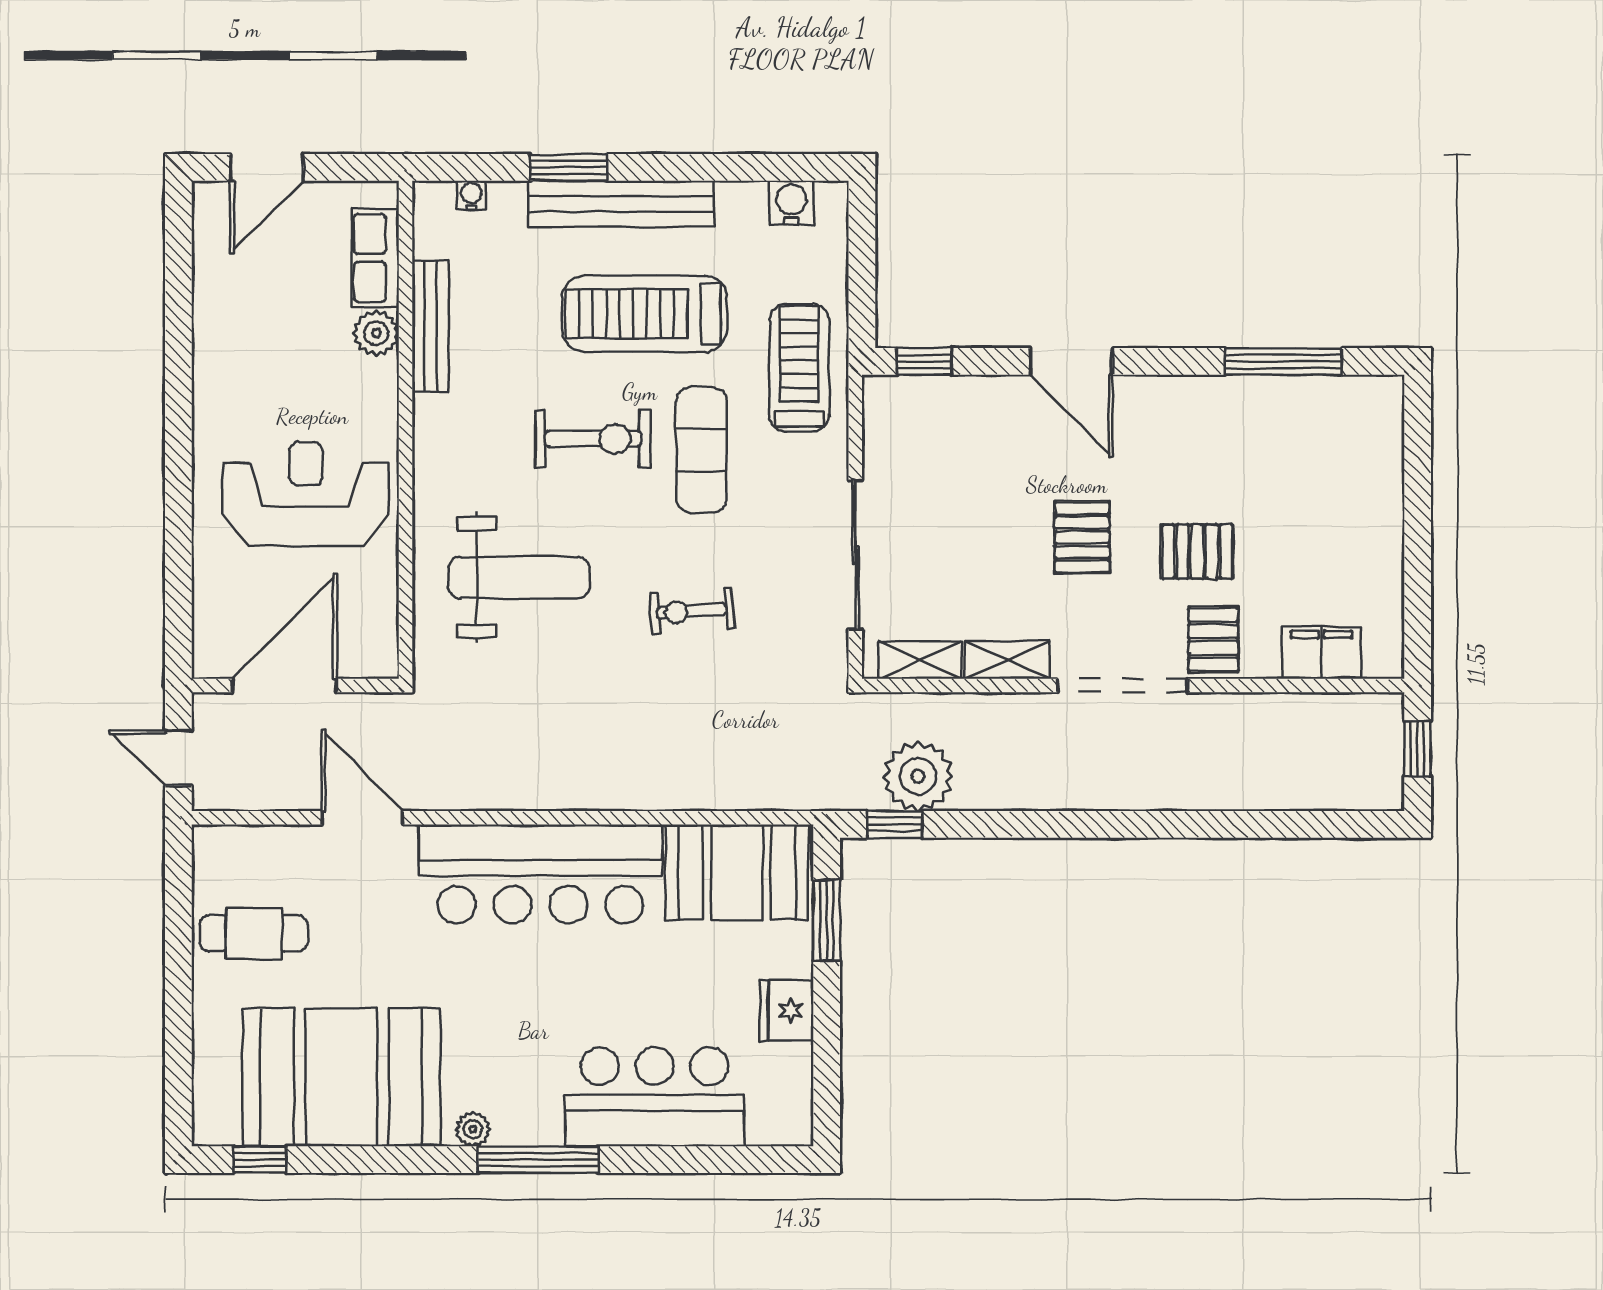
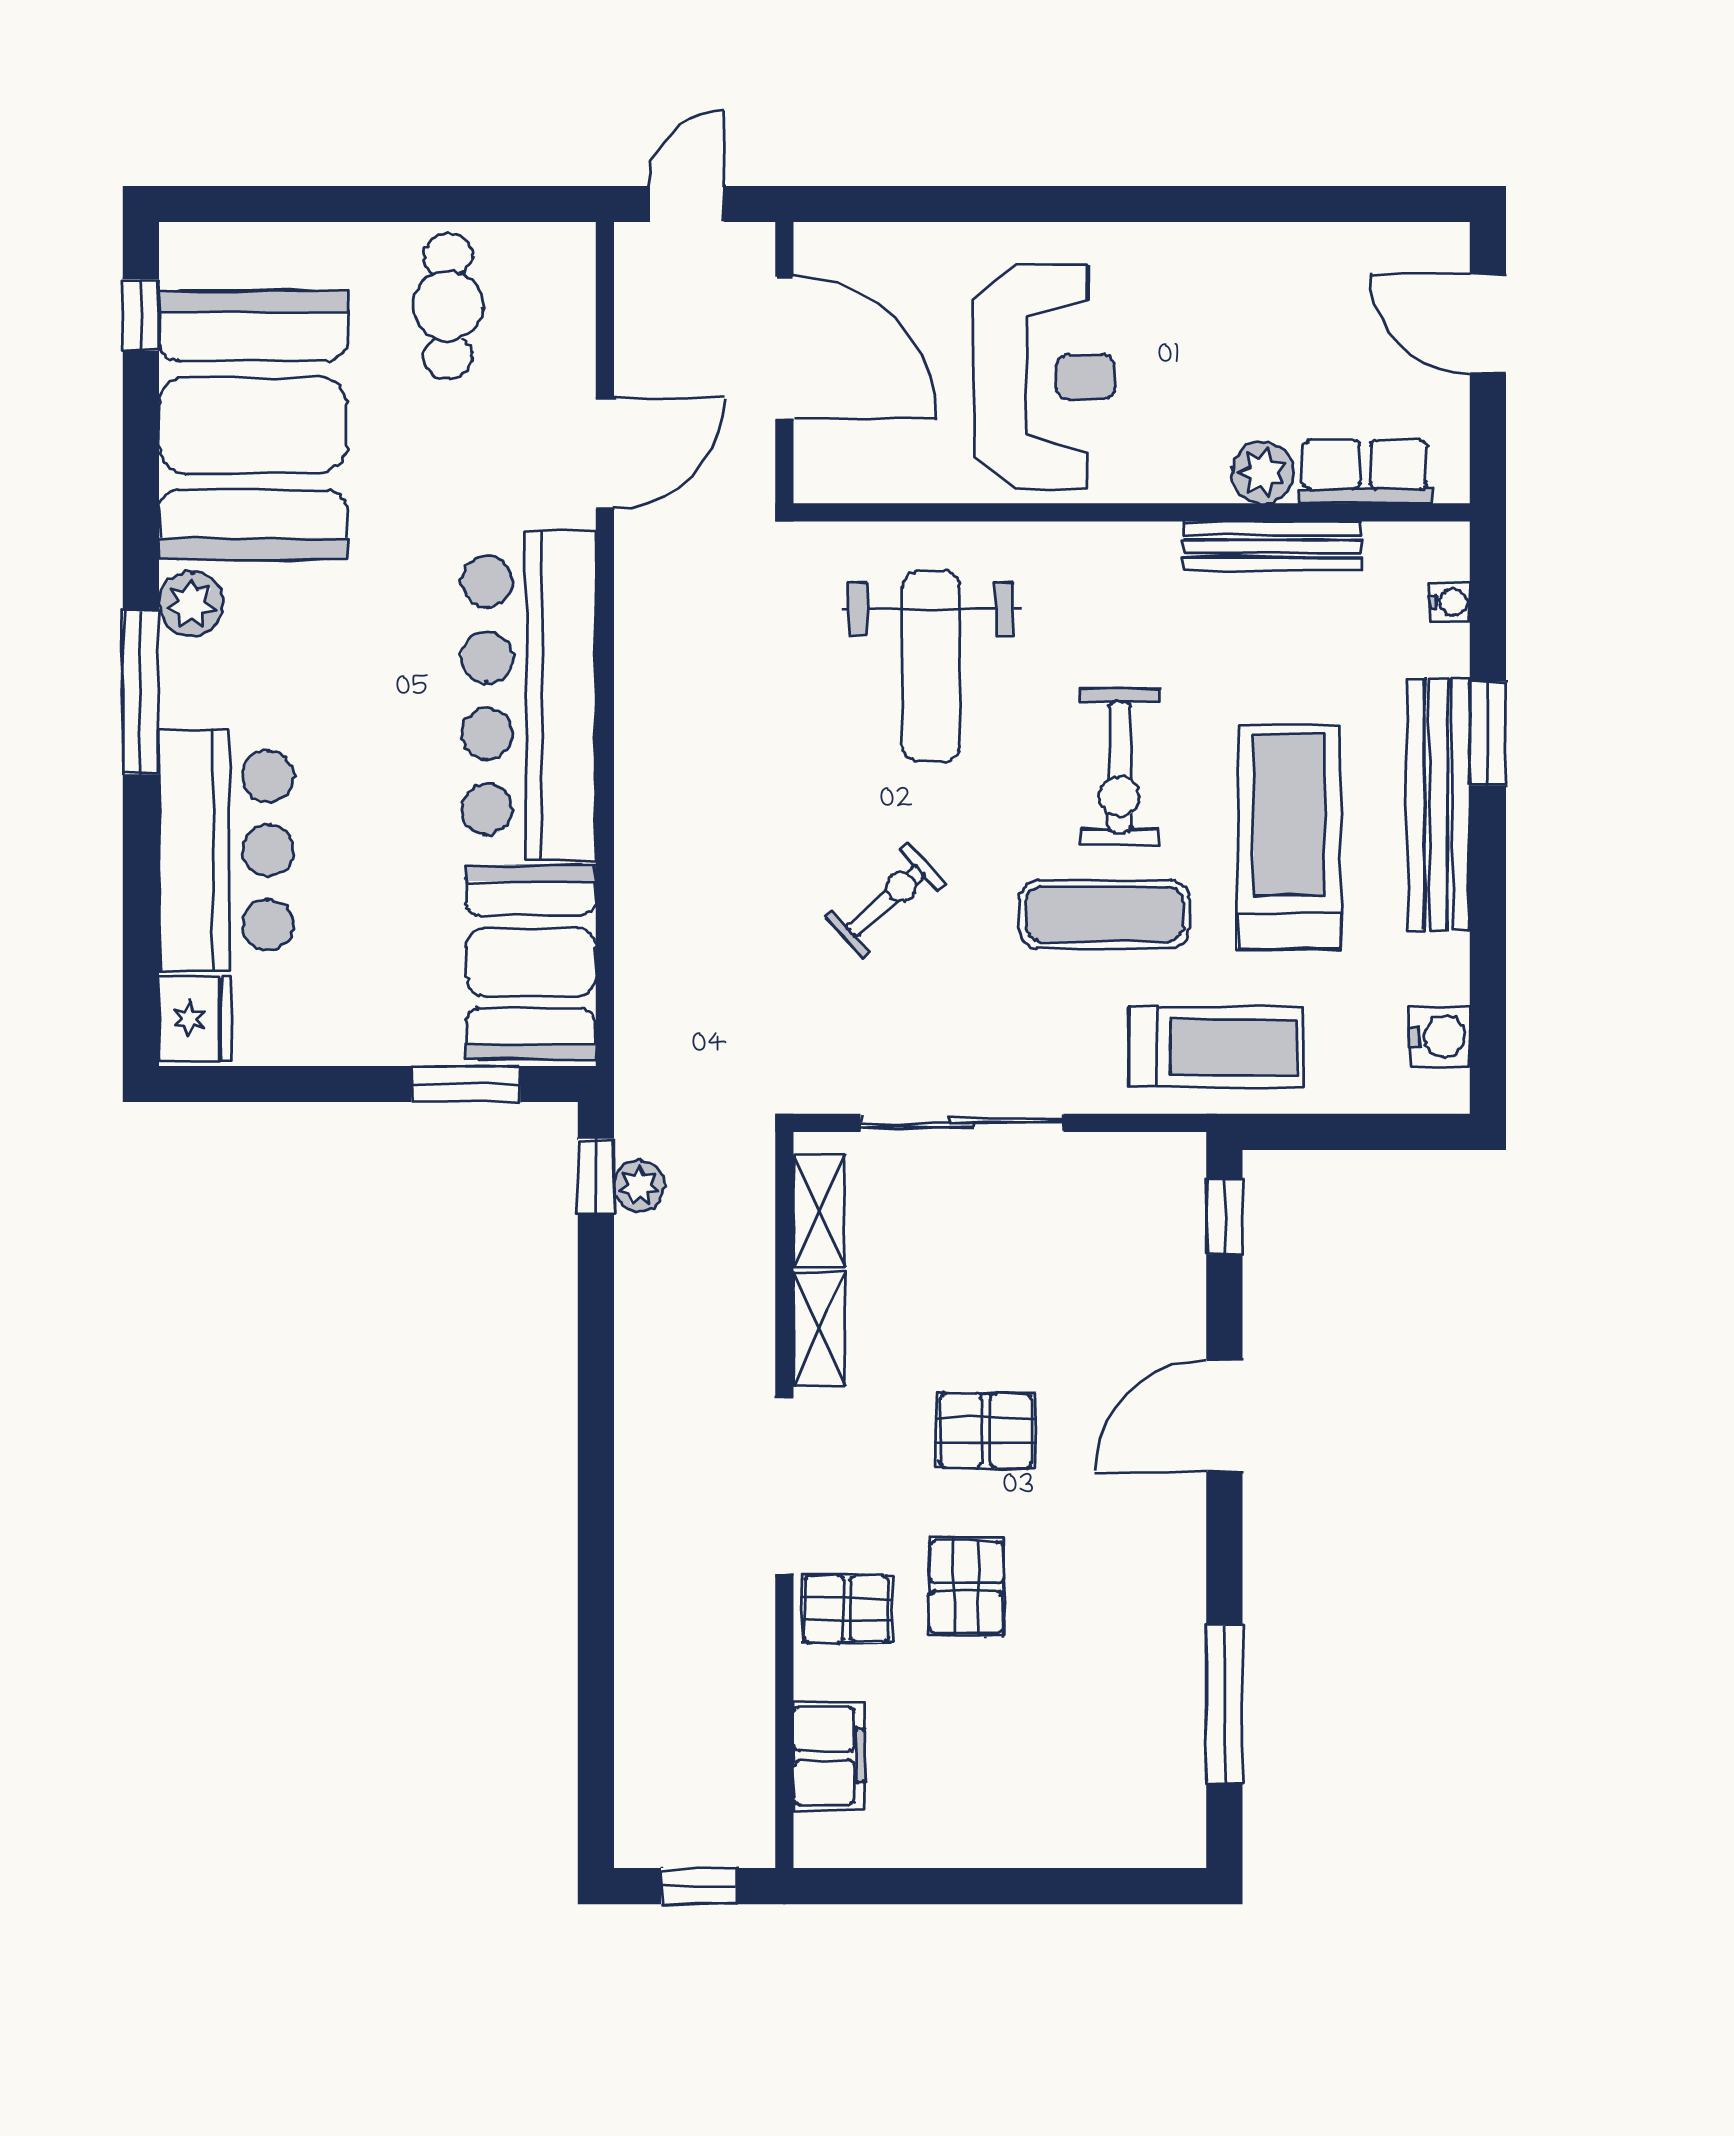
exercise bike: (692, 611) -> (885, 901), turned 52
plant: (918, 776) -> (639, 1186), width x0.53, depth x0.53
fridge: (787, 1010) -> (195, 1018), moved, turned 90
plant: (473, 1129) -> (191, 604), width x1.38, depth x1.38

